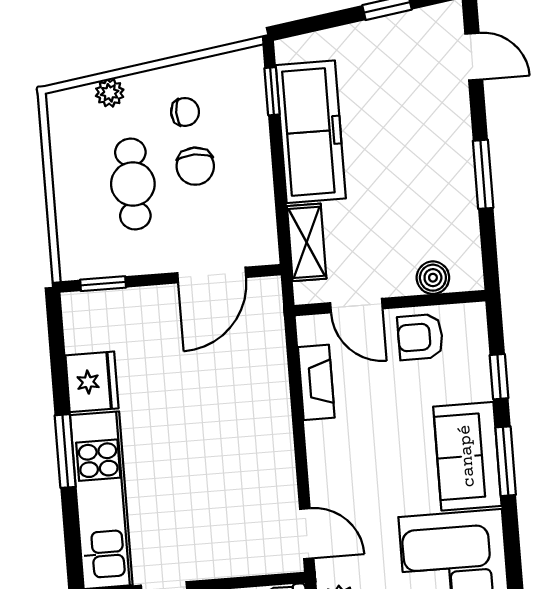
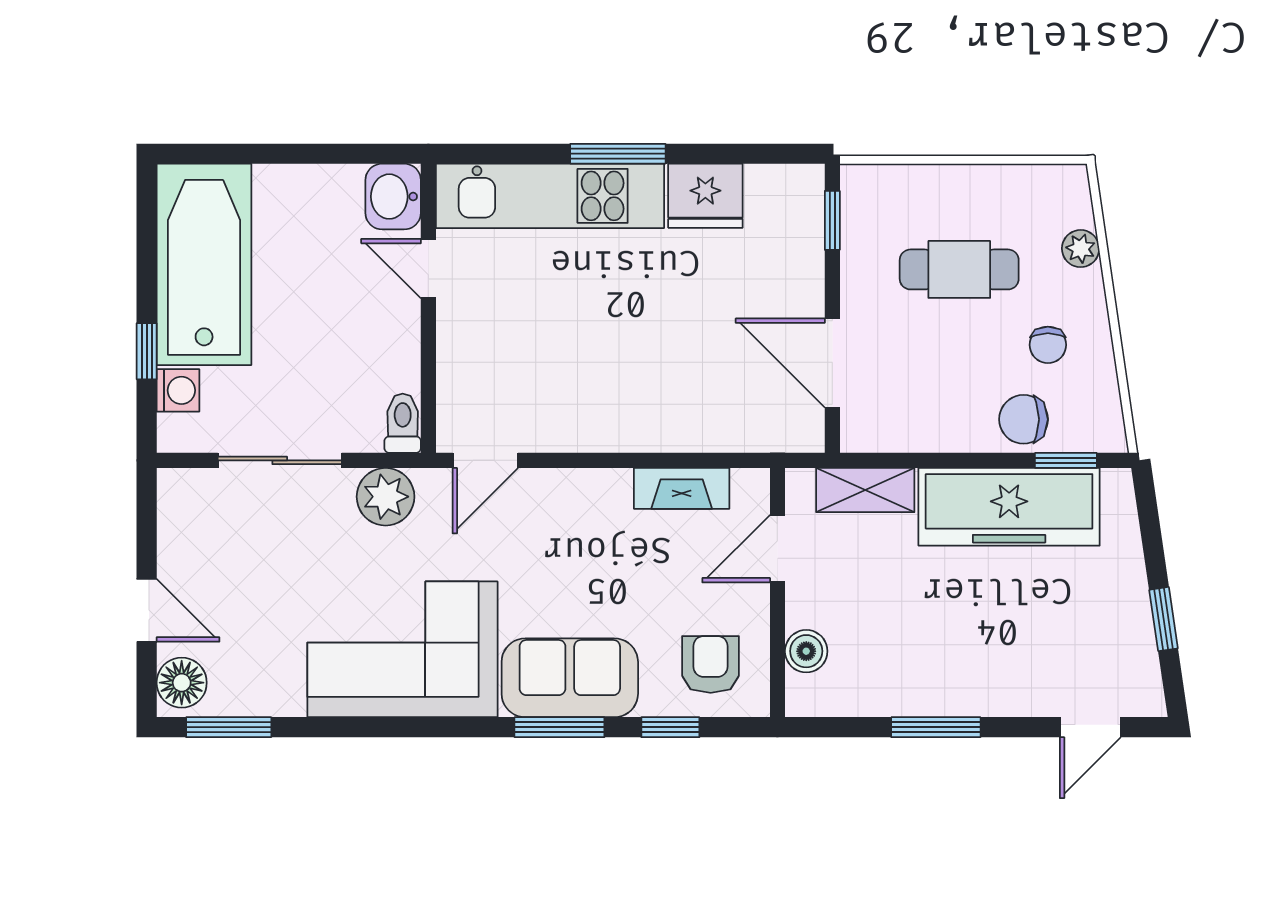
chair: (195, 166) -> (1024, 419), moved
armchair: (420, 337) -> (711, 664), moved

